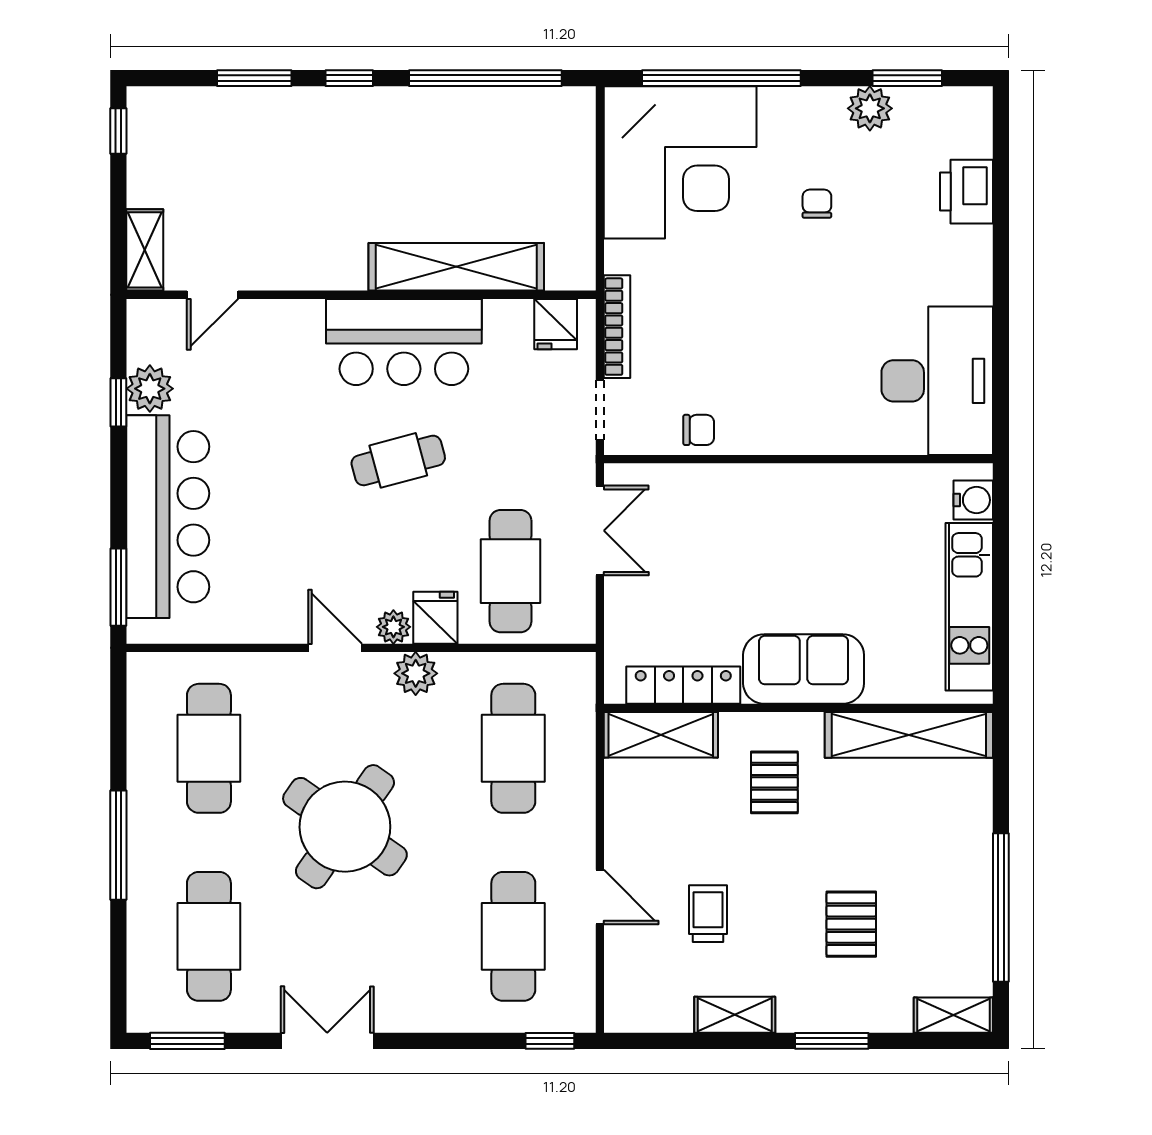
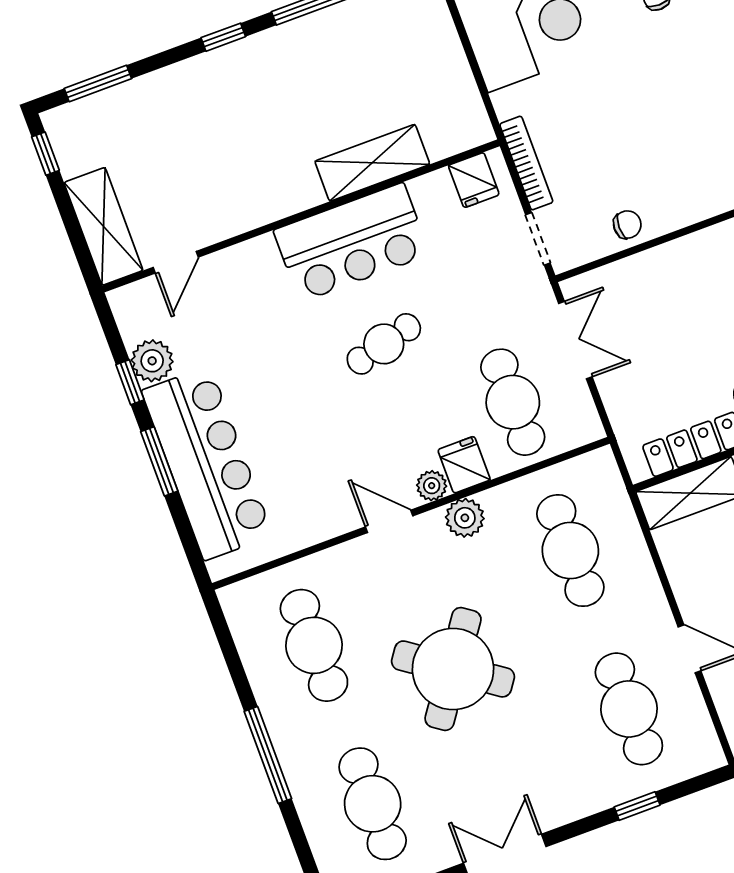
window: (254, 78) -> (98, 84), moved
shelving: (145, 250) -> (103, 226), width x1.50, depth x1.33
shelving: (456, 267) -> (372, 163), width x0.68
window: (118, 587) -> (159, 461), moved
window: (550, 1041) -> (637, 806), moved

